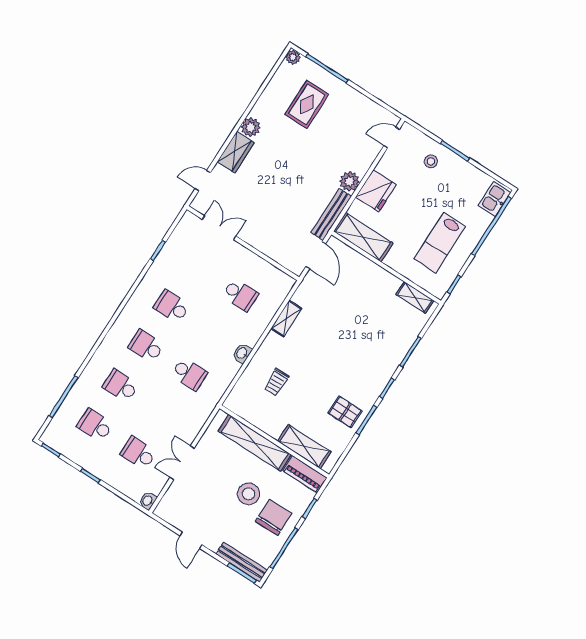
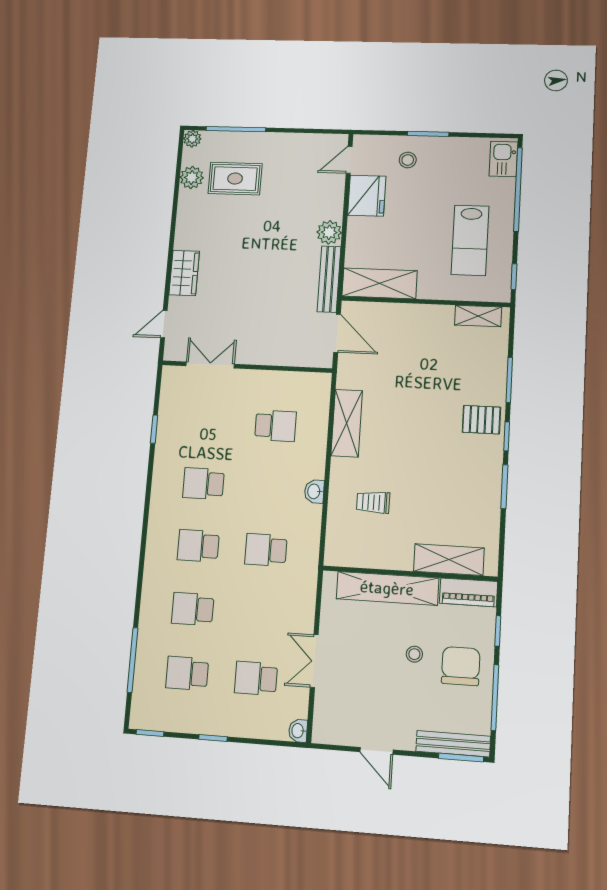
rug: (307, 104) -> (235, 179), turned 90
plant: (251, 127) -> (192, 178), moved
fridge: (376, 191) -> (367, 196), moved
shelving: (286, 319) -> (347, 423), width x1.50, depth x1.33
school desk: (189, 374) -> (266, 550), turned 180
trolley: (276, 382) -> (373, 502), turned 92
pallet: (345, 412) -> (481, 420), moved
stool: (249, 494) -> (414, 654), width x0.53, depth x0.53

